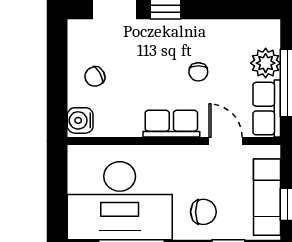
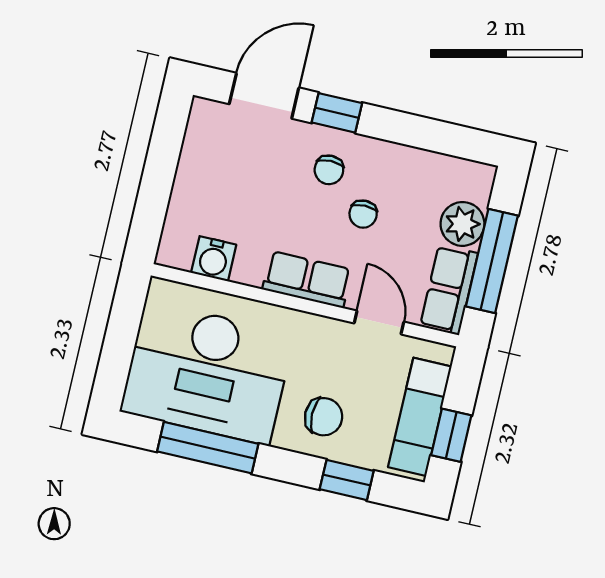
chair: (95, 77) -> (329, 170), moved, turned -61
water cooler: (80, 120) -> (214, 259), moved, turned -90

